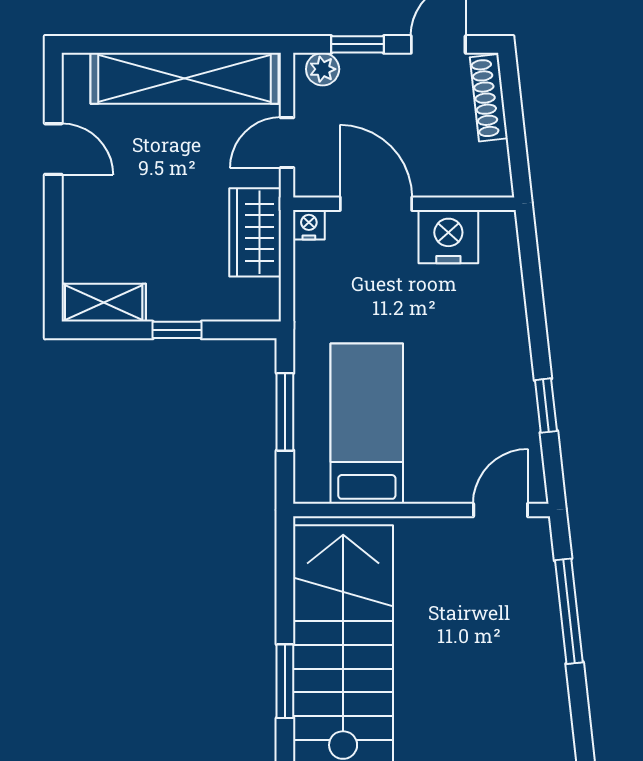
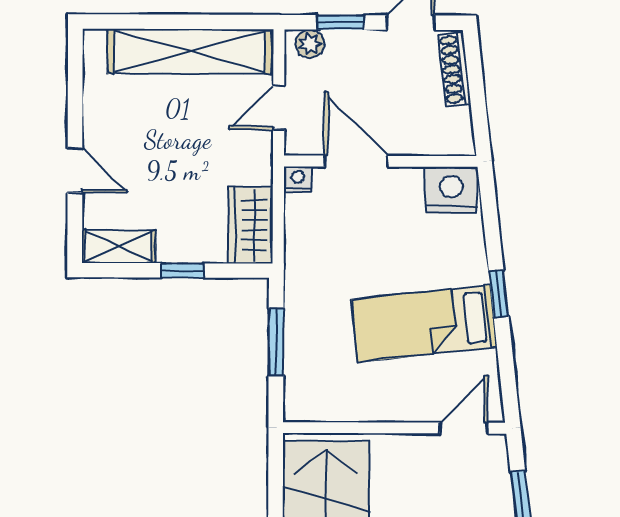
door: (53, 149) -> (75, 170), moved
wardrobe: (255, 232) -> (251, 225), moved
nightstand: (448, 237) -> (451, 190), moved
window: (546, 406) -> (499, 294), moved
bed: (367, 424) -> (424, 323), moved, turned -96

